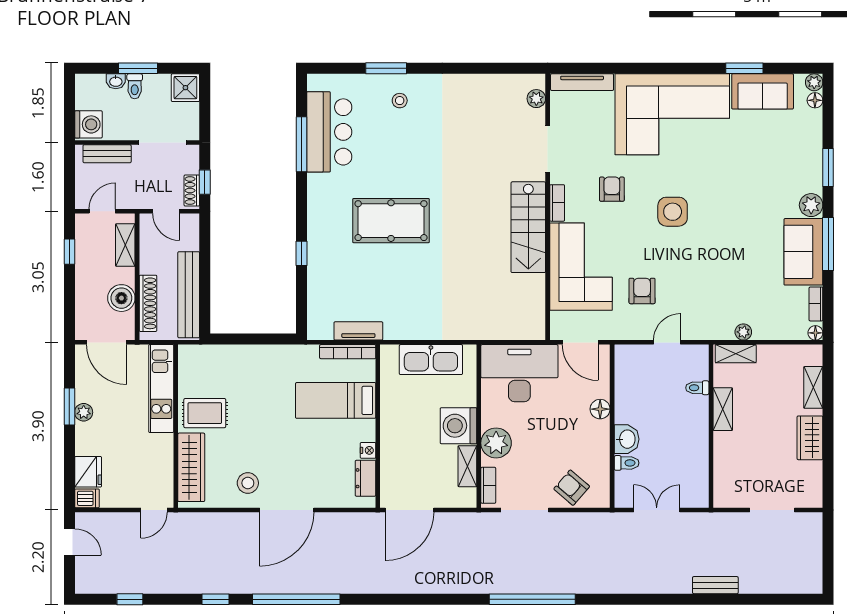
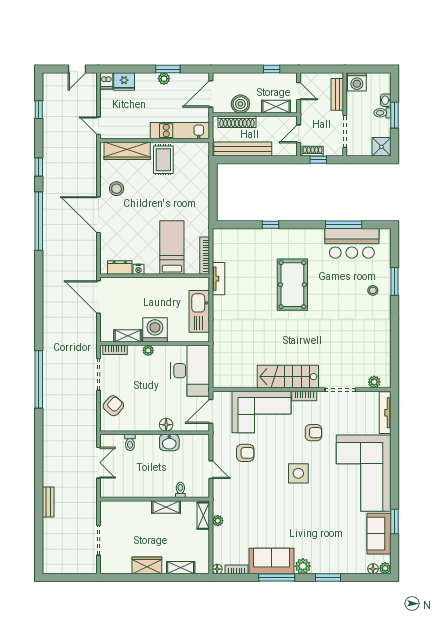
tv unit: (358, 331) -> (218, 279), moved
washbasin: (627, 439) -> (169, 443), moved
plant: (496, 443) -> (148, 350), width x0.53, depth x0.53

